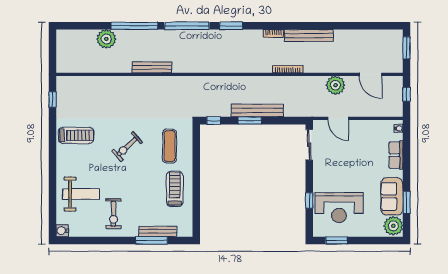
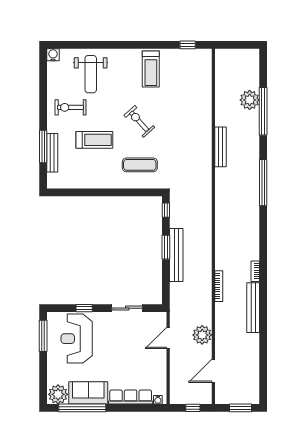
window: (134, 26) -> (263, 111), moved
window: (231, 26) -> (263, 228), removed
sliding door: (309, 145) -> (127, 308), moved
row of seats: (396, 155) -> (131, 397), width x1.48
treadmill: (175, 189) -> (94, 140), moved
window: (407, 202) -> (82, 408), width x2.11
window: (336, 240) -> (43, 336), width x1.44

